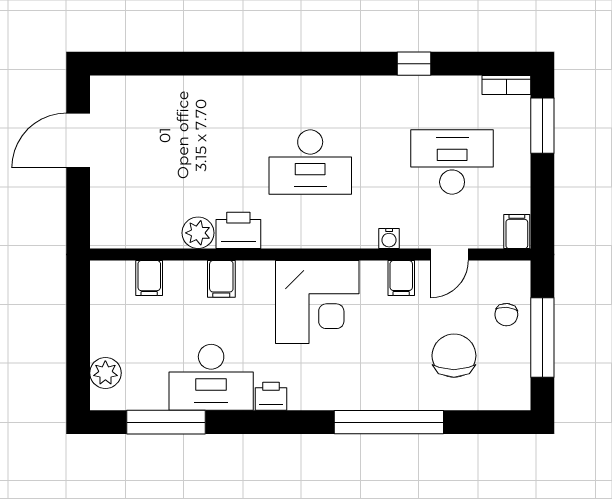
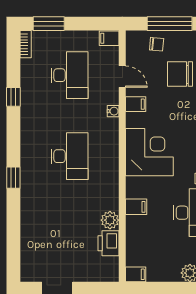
window: (272, 64) -> (13, 178), added
desk: (452, 162) -> (69, 75), turned 180
printer: (238, 230) -> (108, 243), moved
filing cabinet: (149, 278) -> (136, 274), moved

